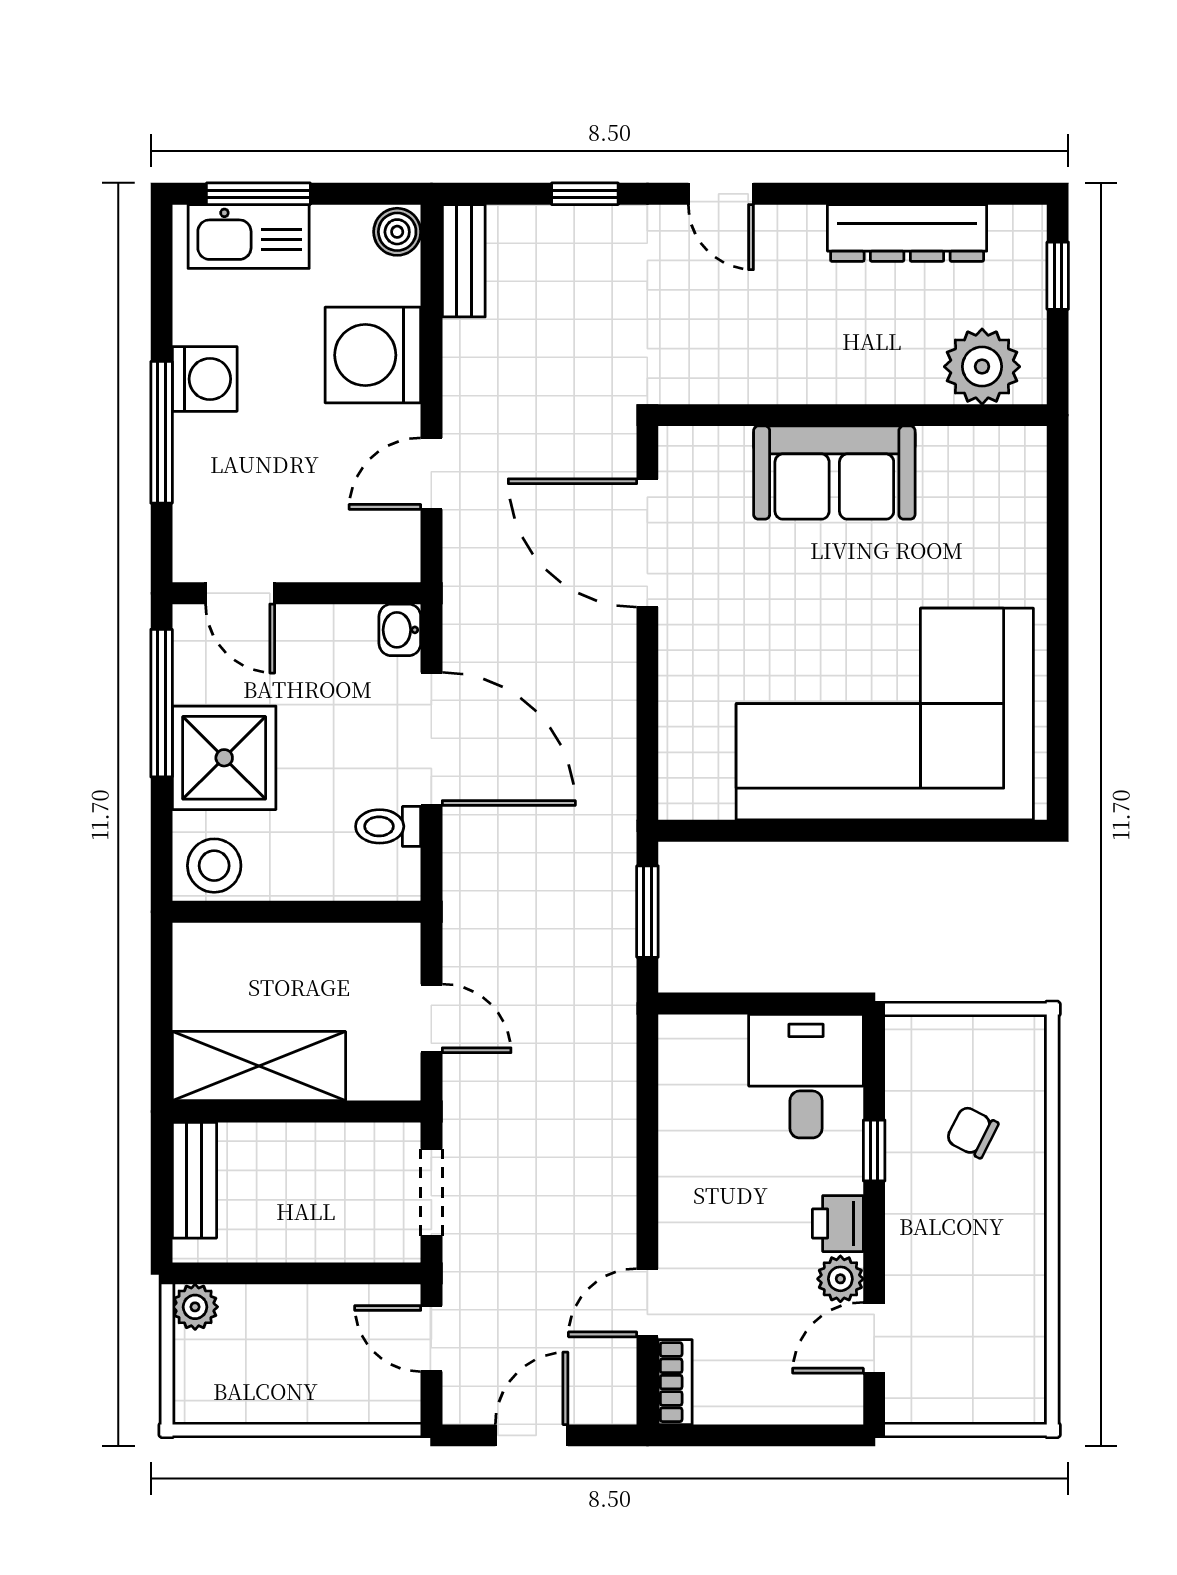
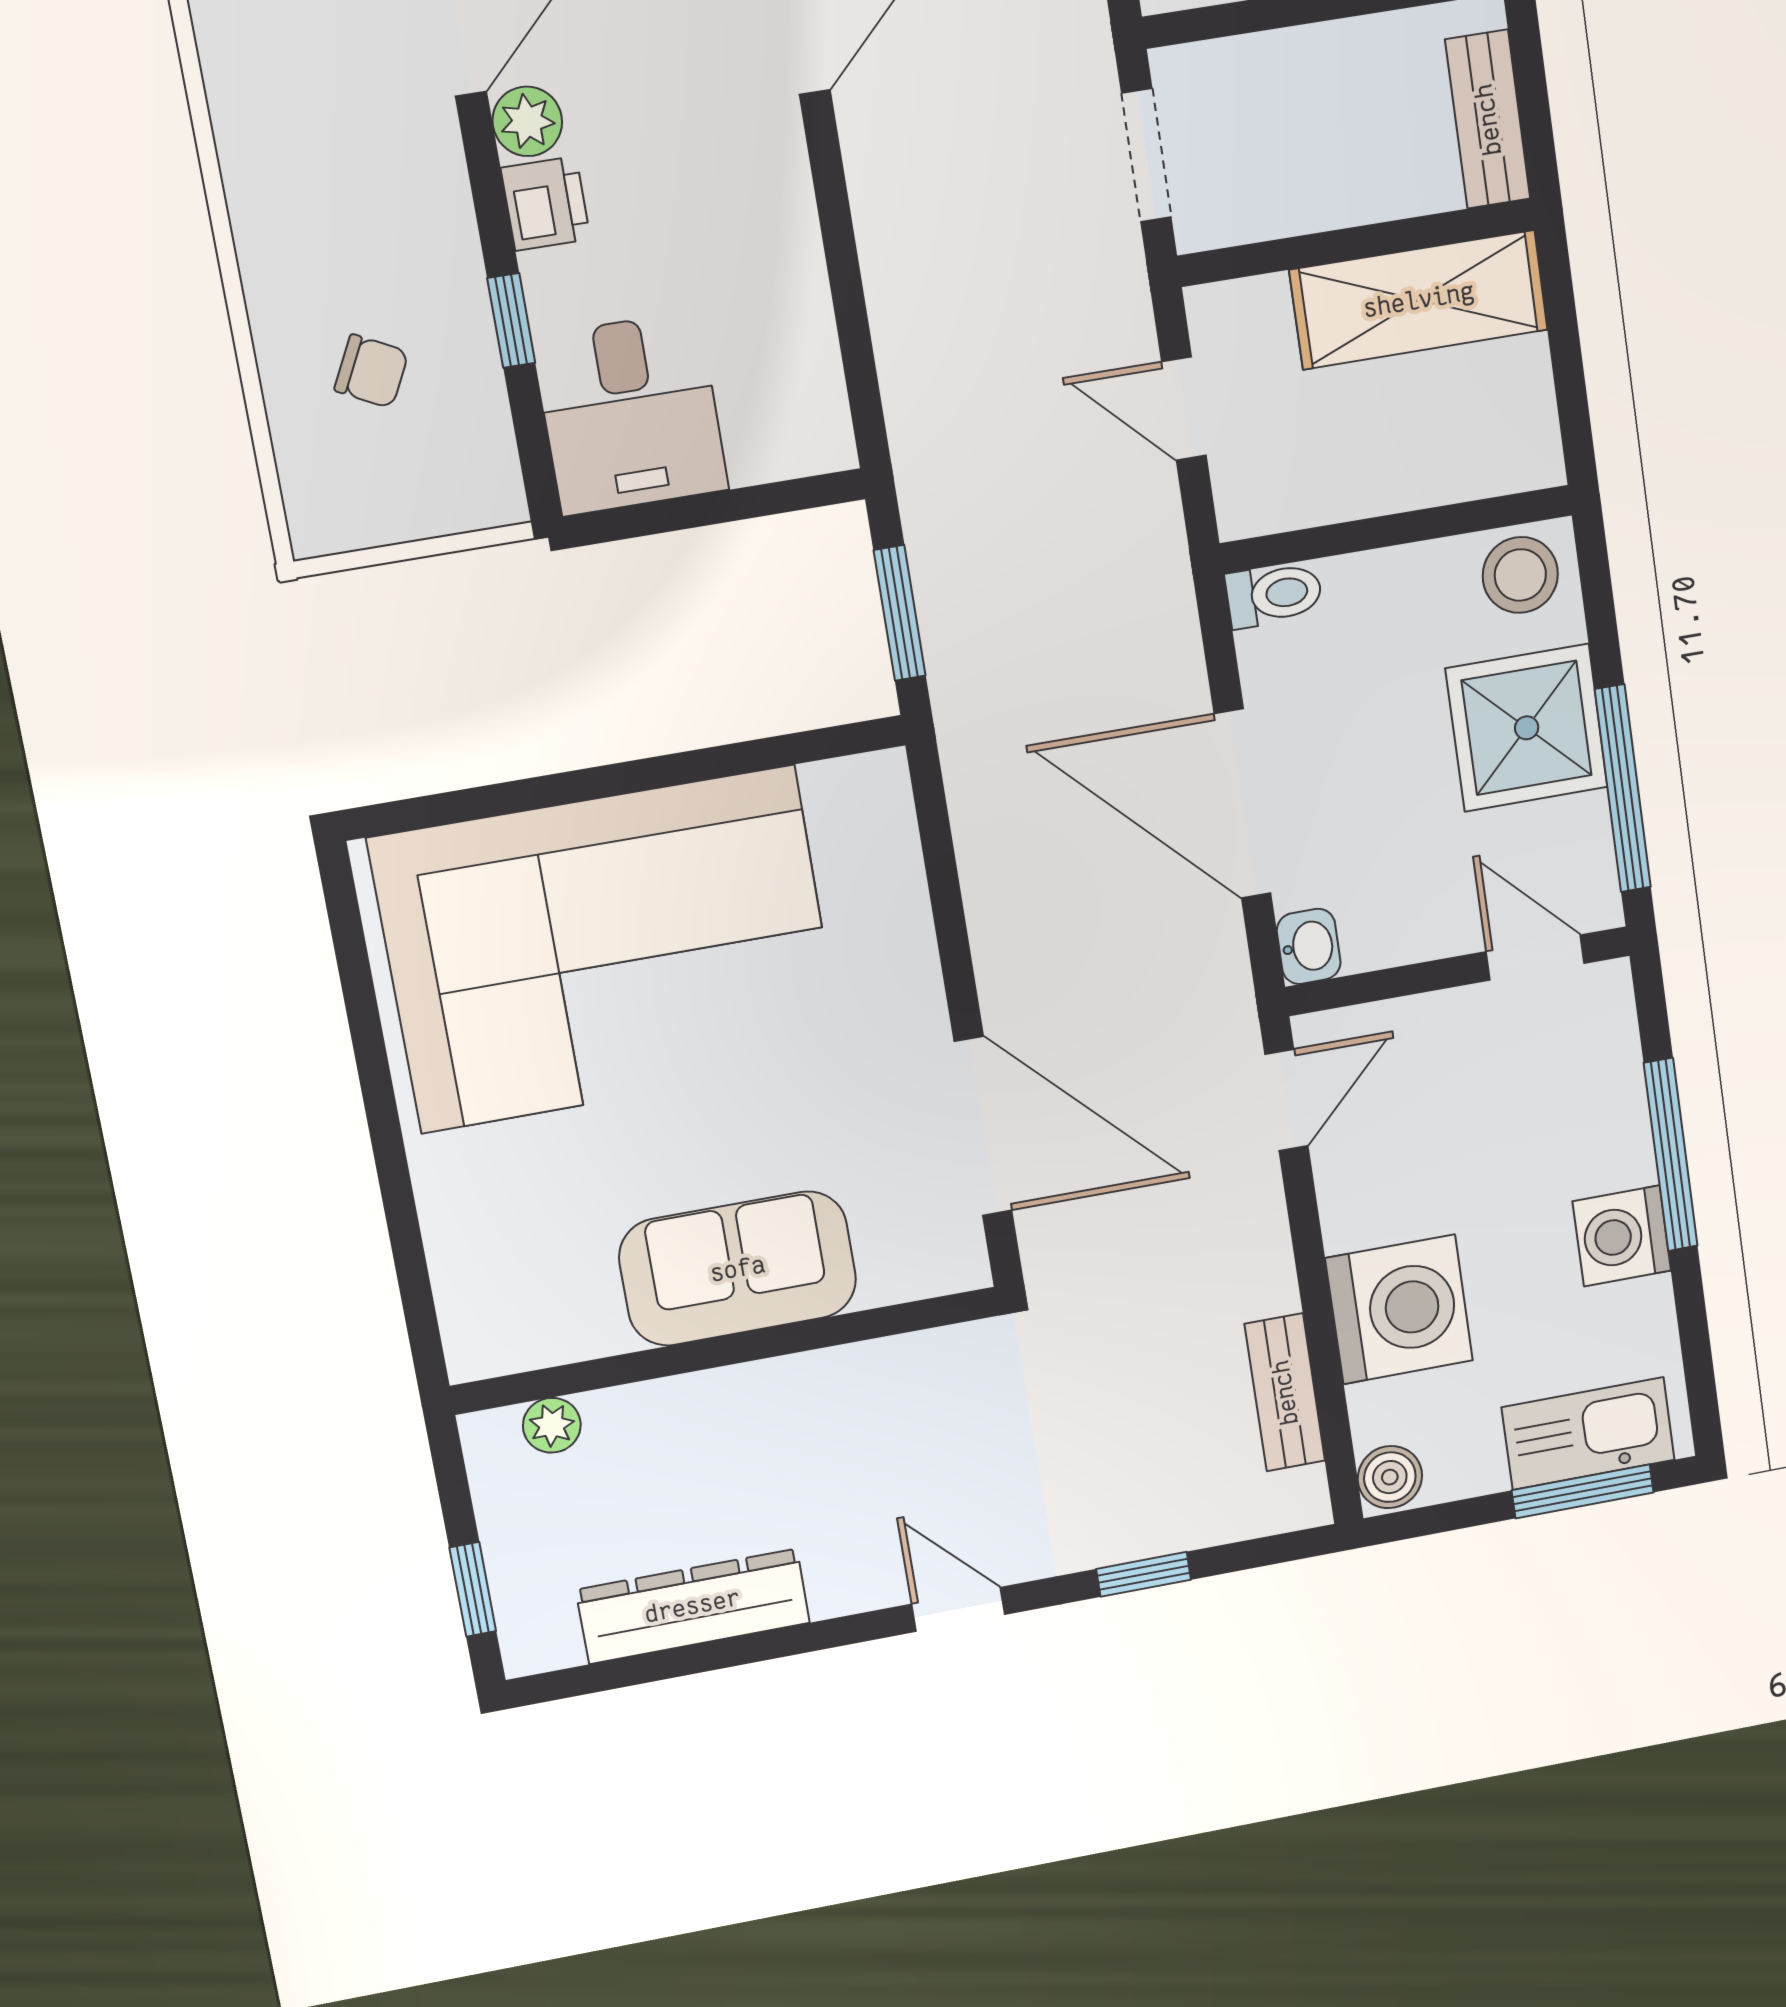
bench: (464, 261) -> (1285, 1392), moved
plant: (982, 367) -> (552, 1425), width x0.53, depth x0.53
door: (431, 474) -> (1286, 1100), moved
toilet: (388, 826) -> (1274, 594), moved

